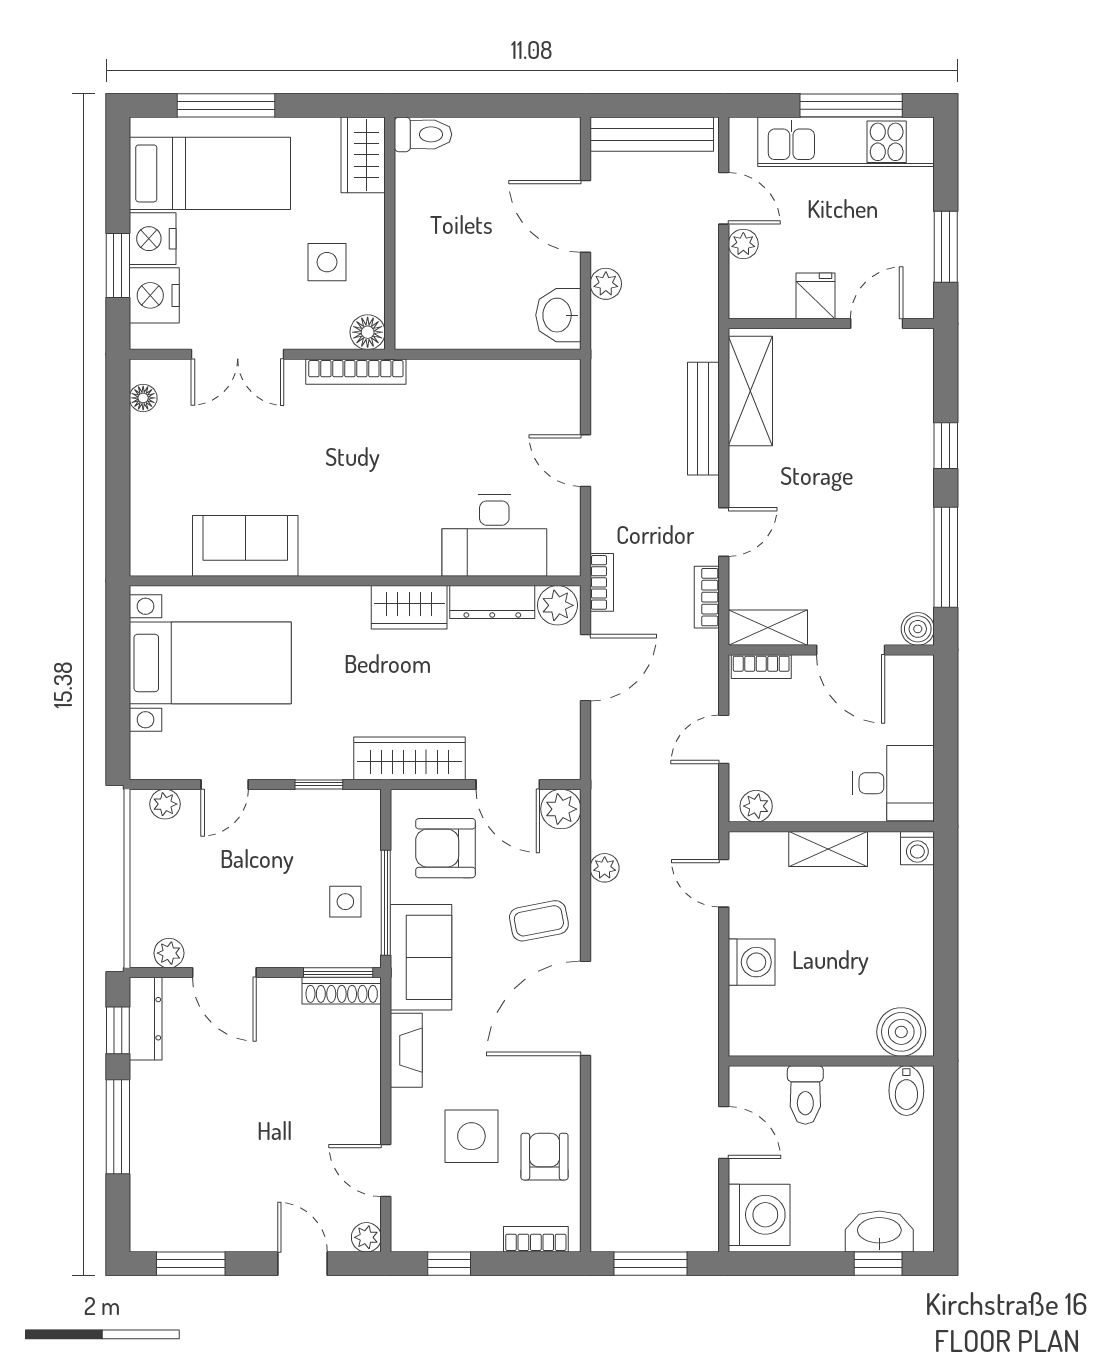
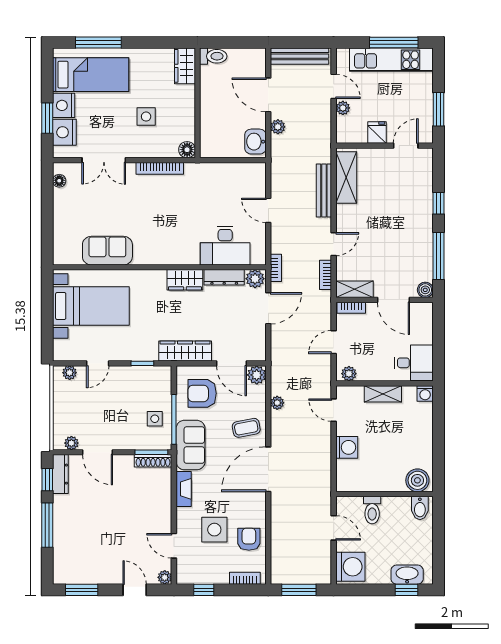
toilet: (423, 134) -> (213, 56), moved
wardrobe: (363, 155) -> (185, 66), moved
wall: (390, 233) -> (197, 103), moved
floor lamp: (368, 332) -> (187, 150), moved

